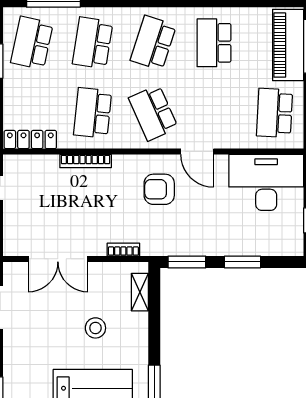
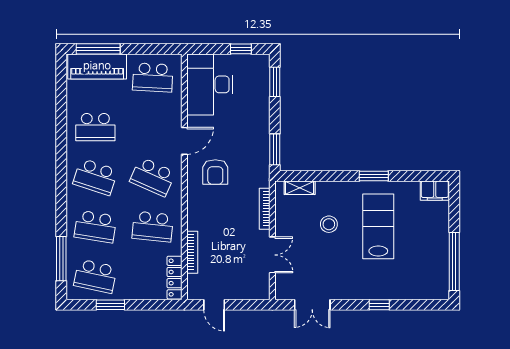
school desk: (153, 113) -> (153, 177), turned 48
bookcase: (86, 161) -> (192, 252), moved
bookcase: (123, 250) -> (265, 209), width x1.56
double door: (58, 259) -> (272, 255), width x0.73
window: (243, 262) -> (275, 82), moved

